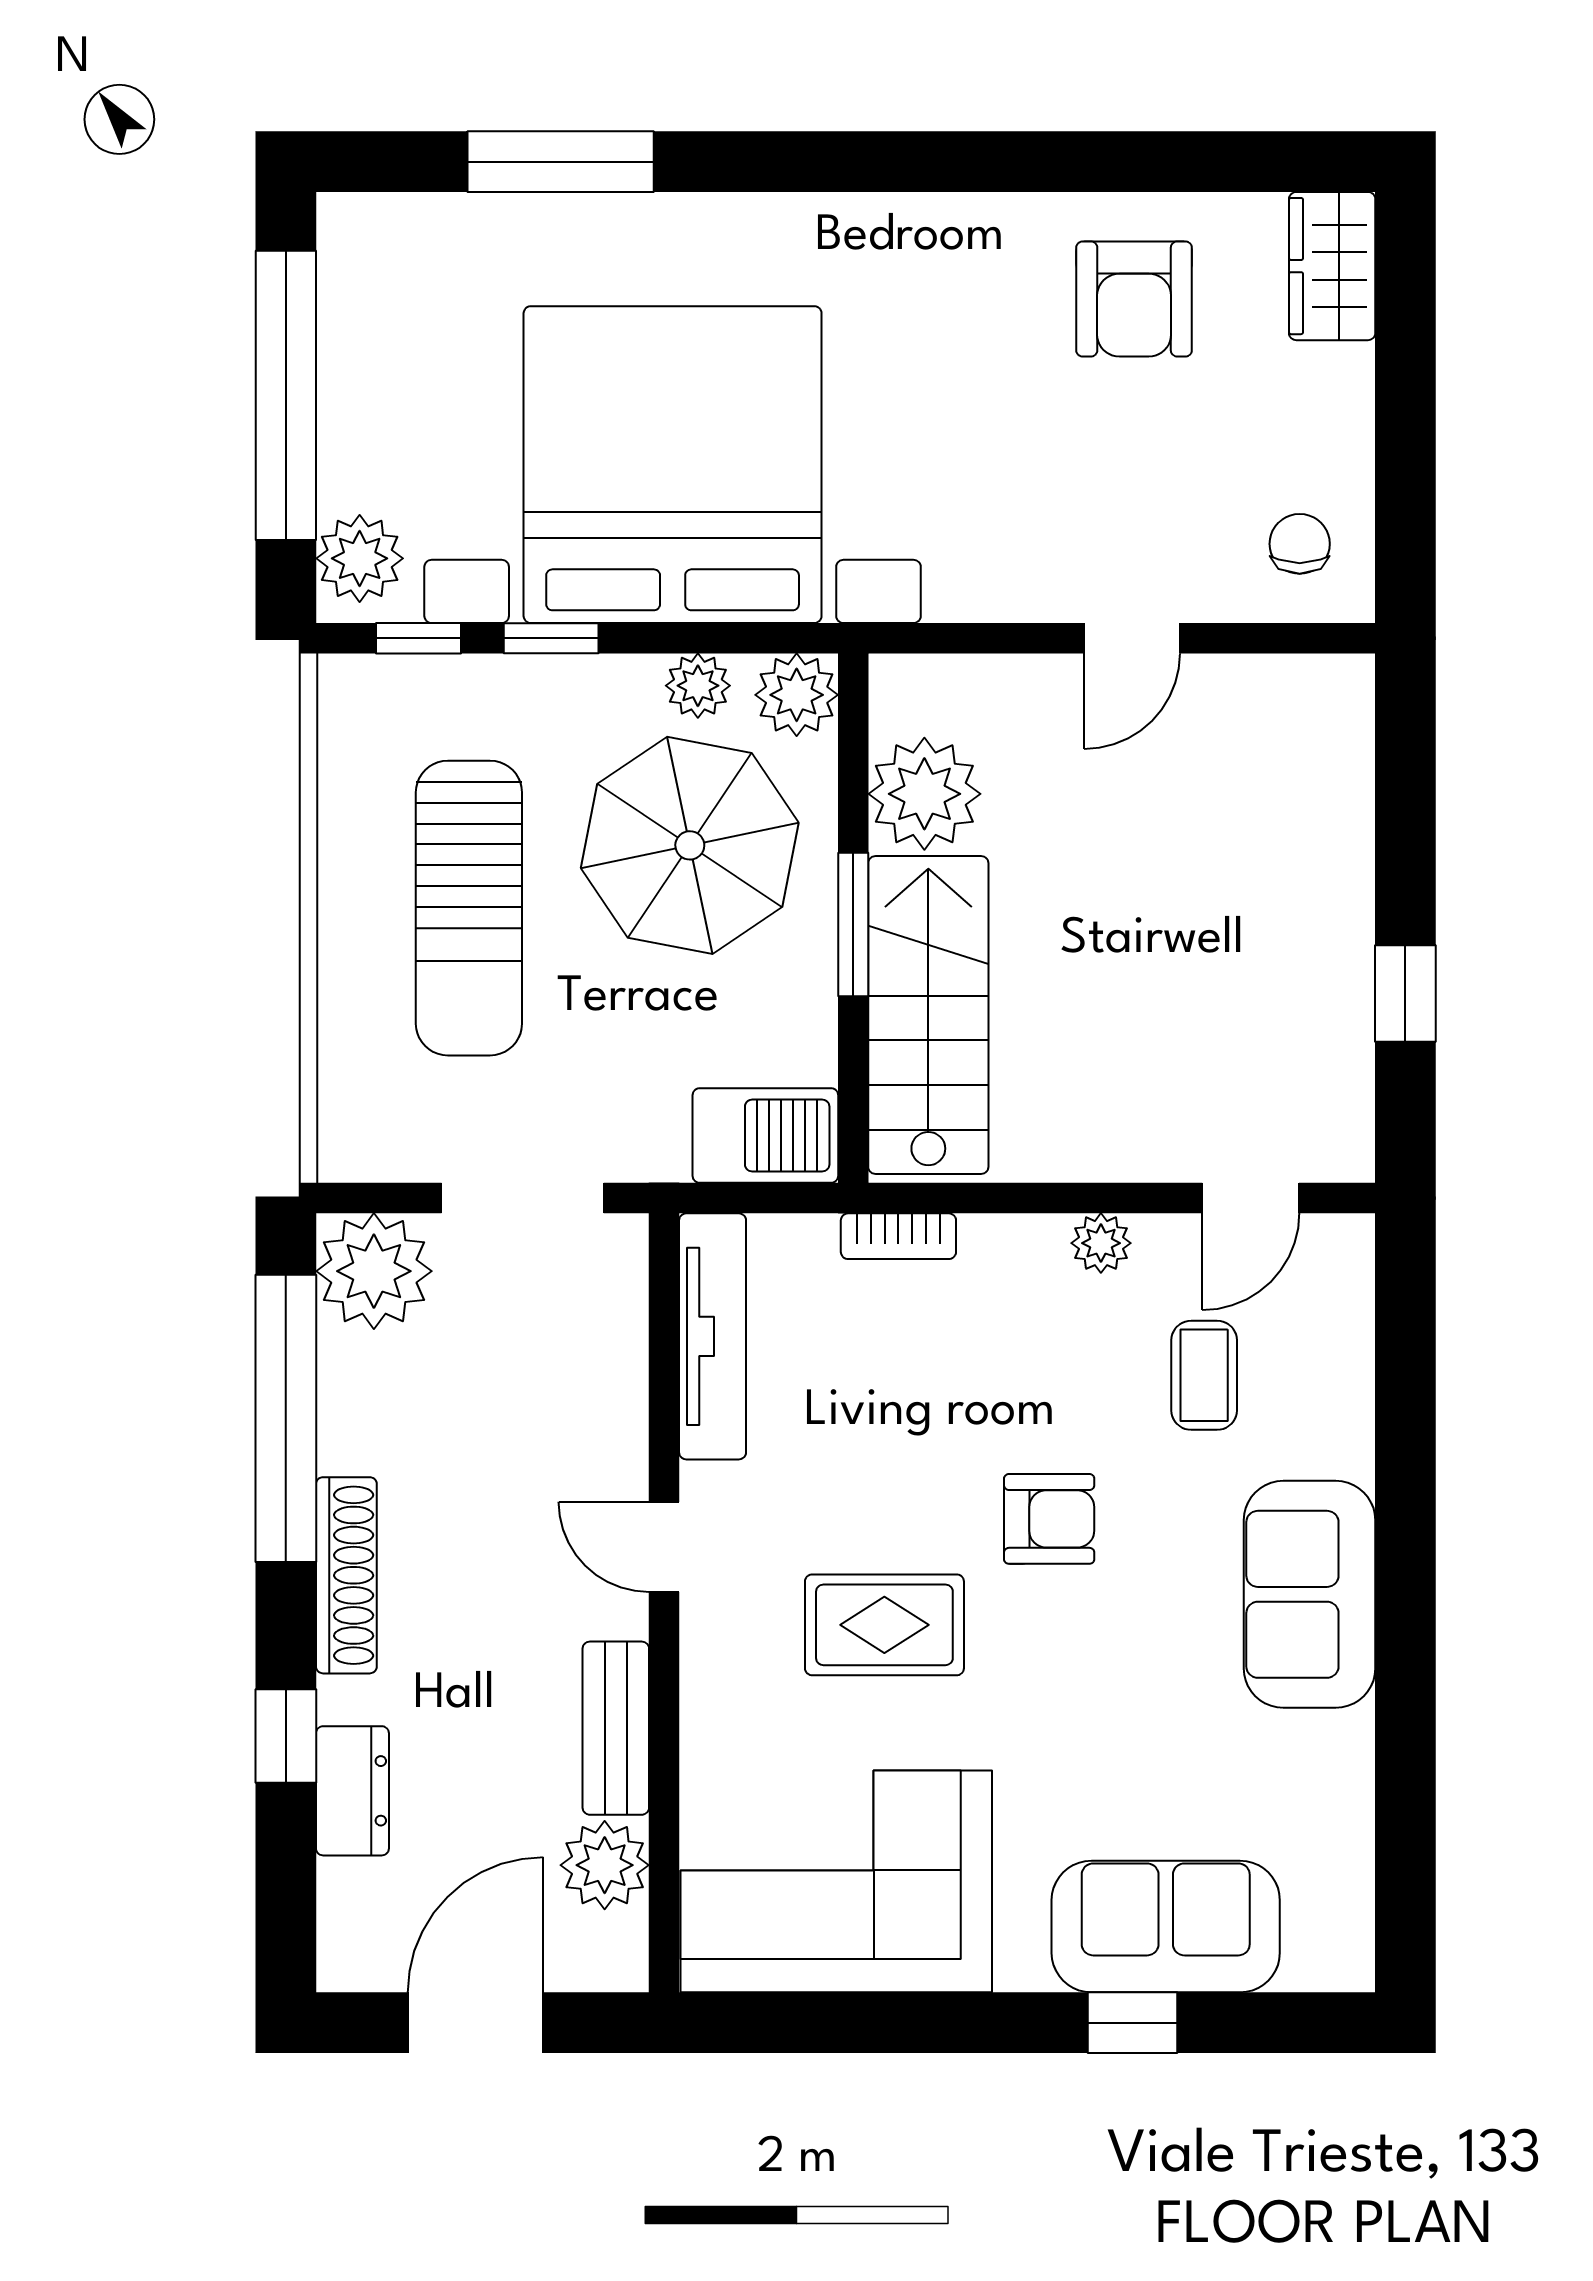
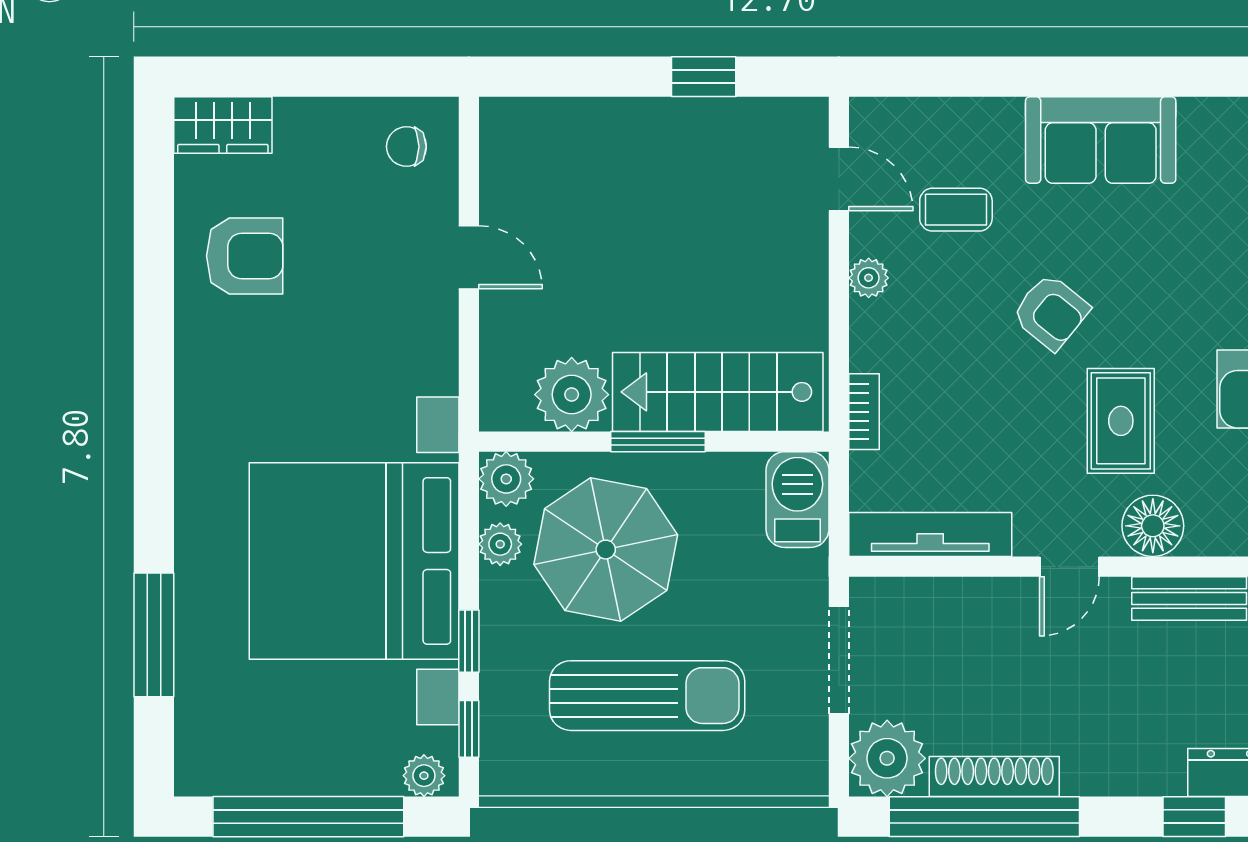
plant: (360, 558) -> (424, 776), width x0.73, depth x0.73
armchair: (1049, 1519) -> (1051, 312), turned 129
shoe rack: (346, 1575) -> (994, 776), moved
floor lamp: (726, 1673) -> (1153, 526), added

